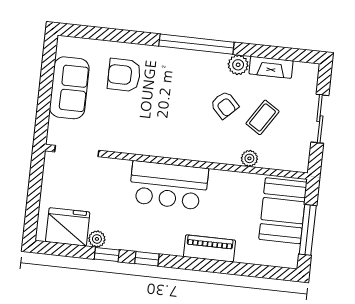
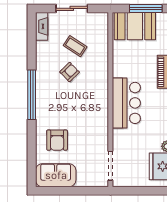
plant: (238, 65) -> (42, 66), removed
fireplace: (271, 67) -> (42, 26), moved
sofa: (69, 88) -> (56, 175), moved
plant: (249, 158) -> (103, 52), removed

